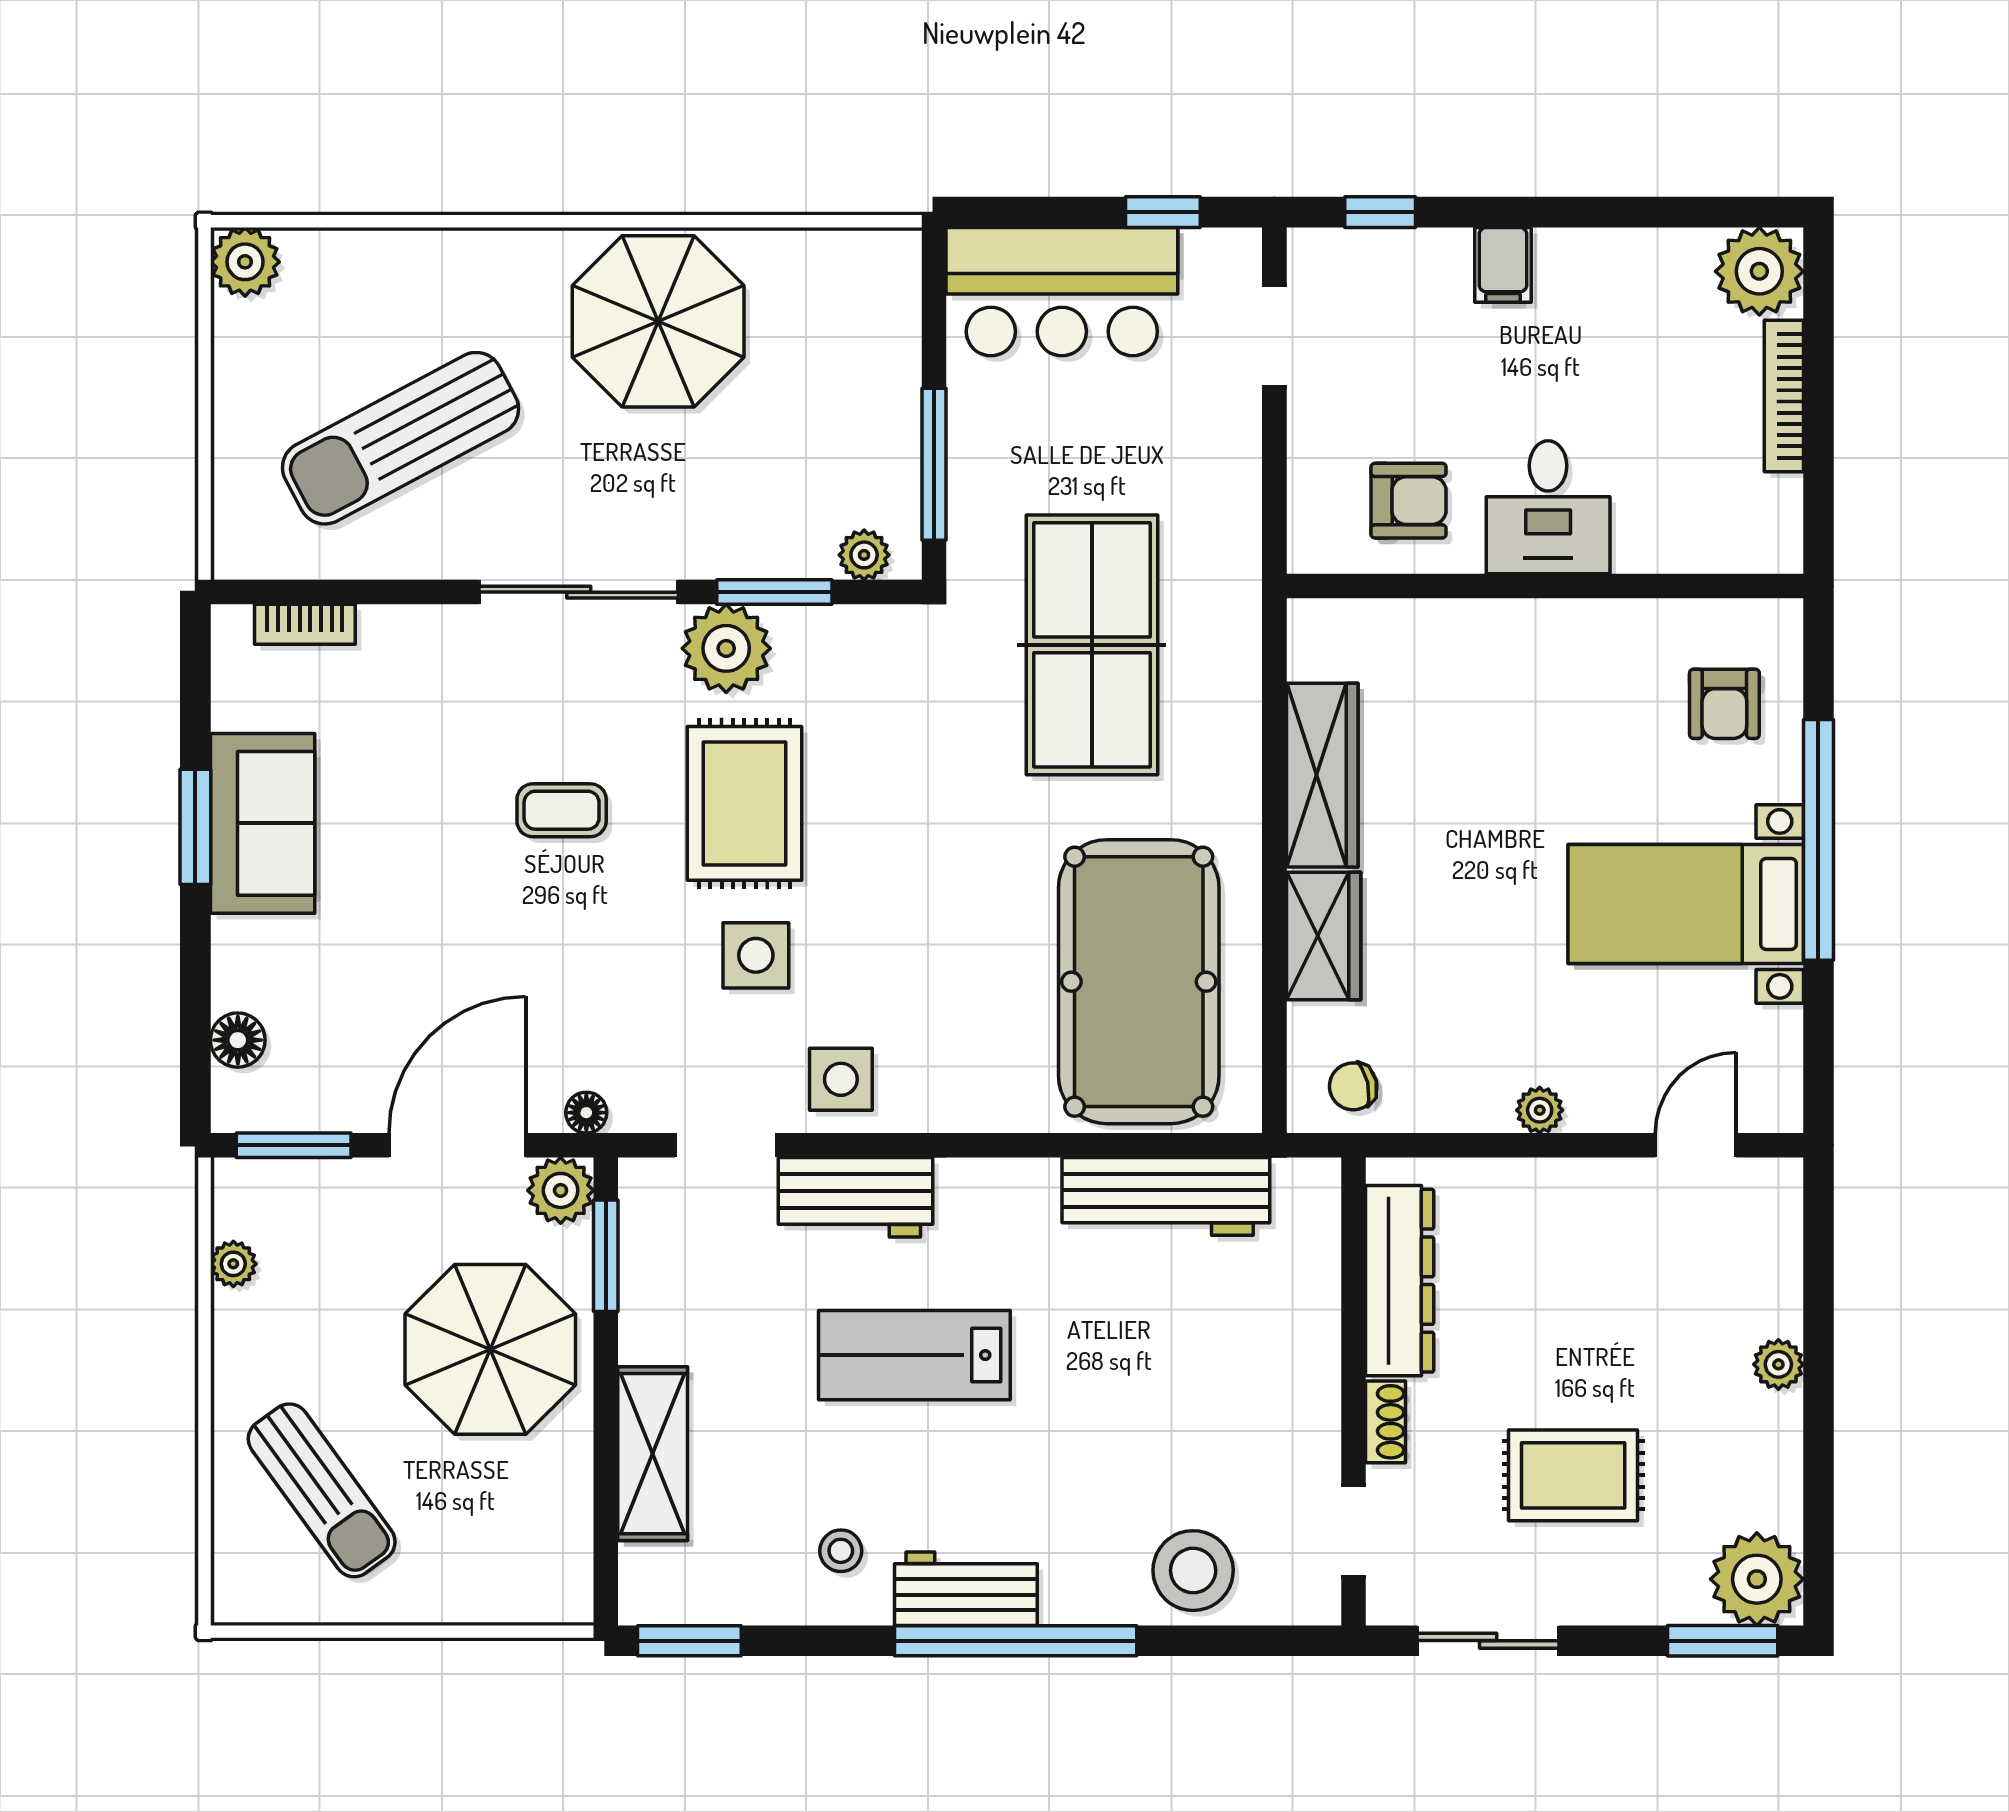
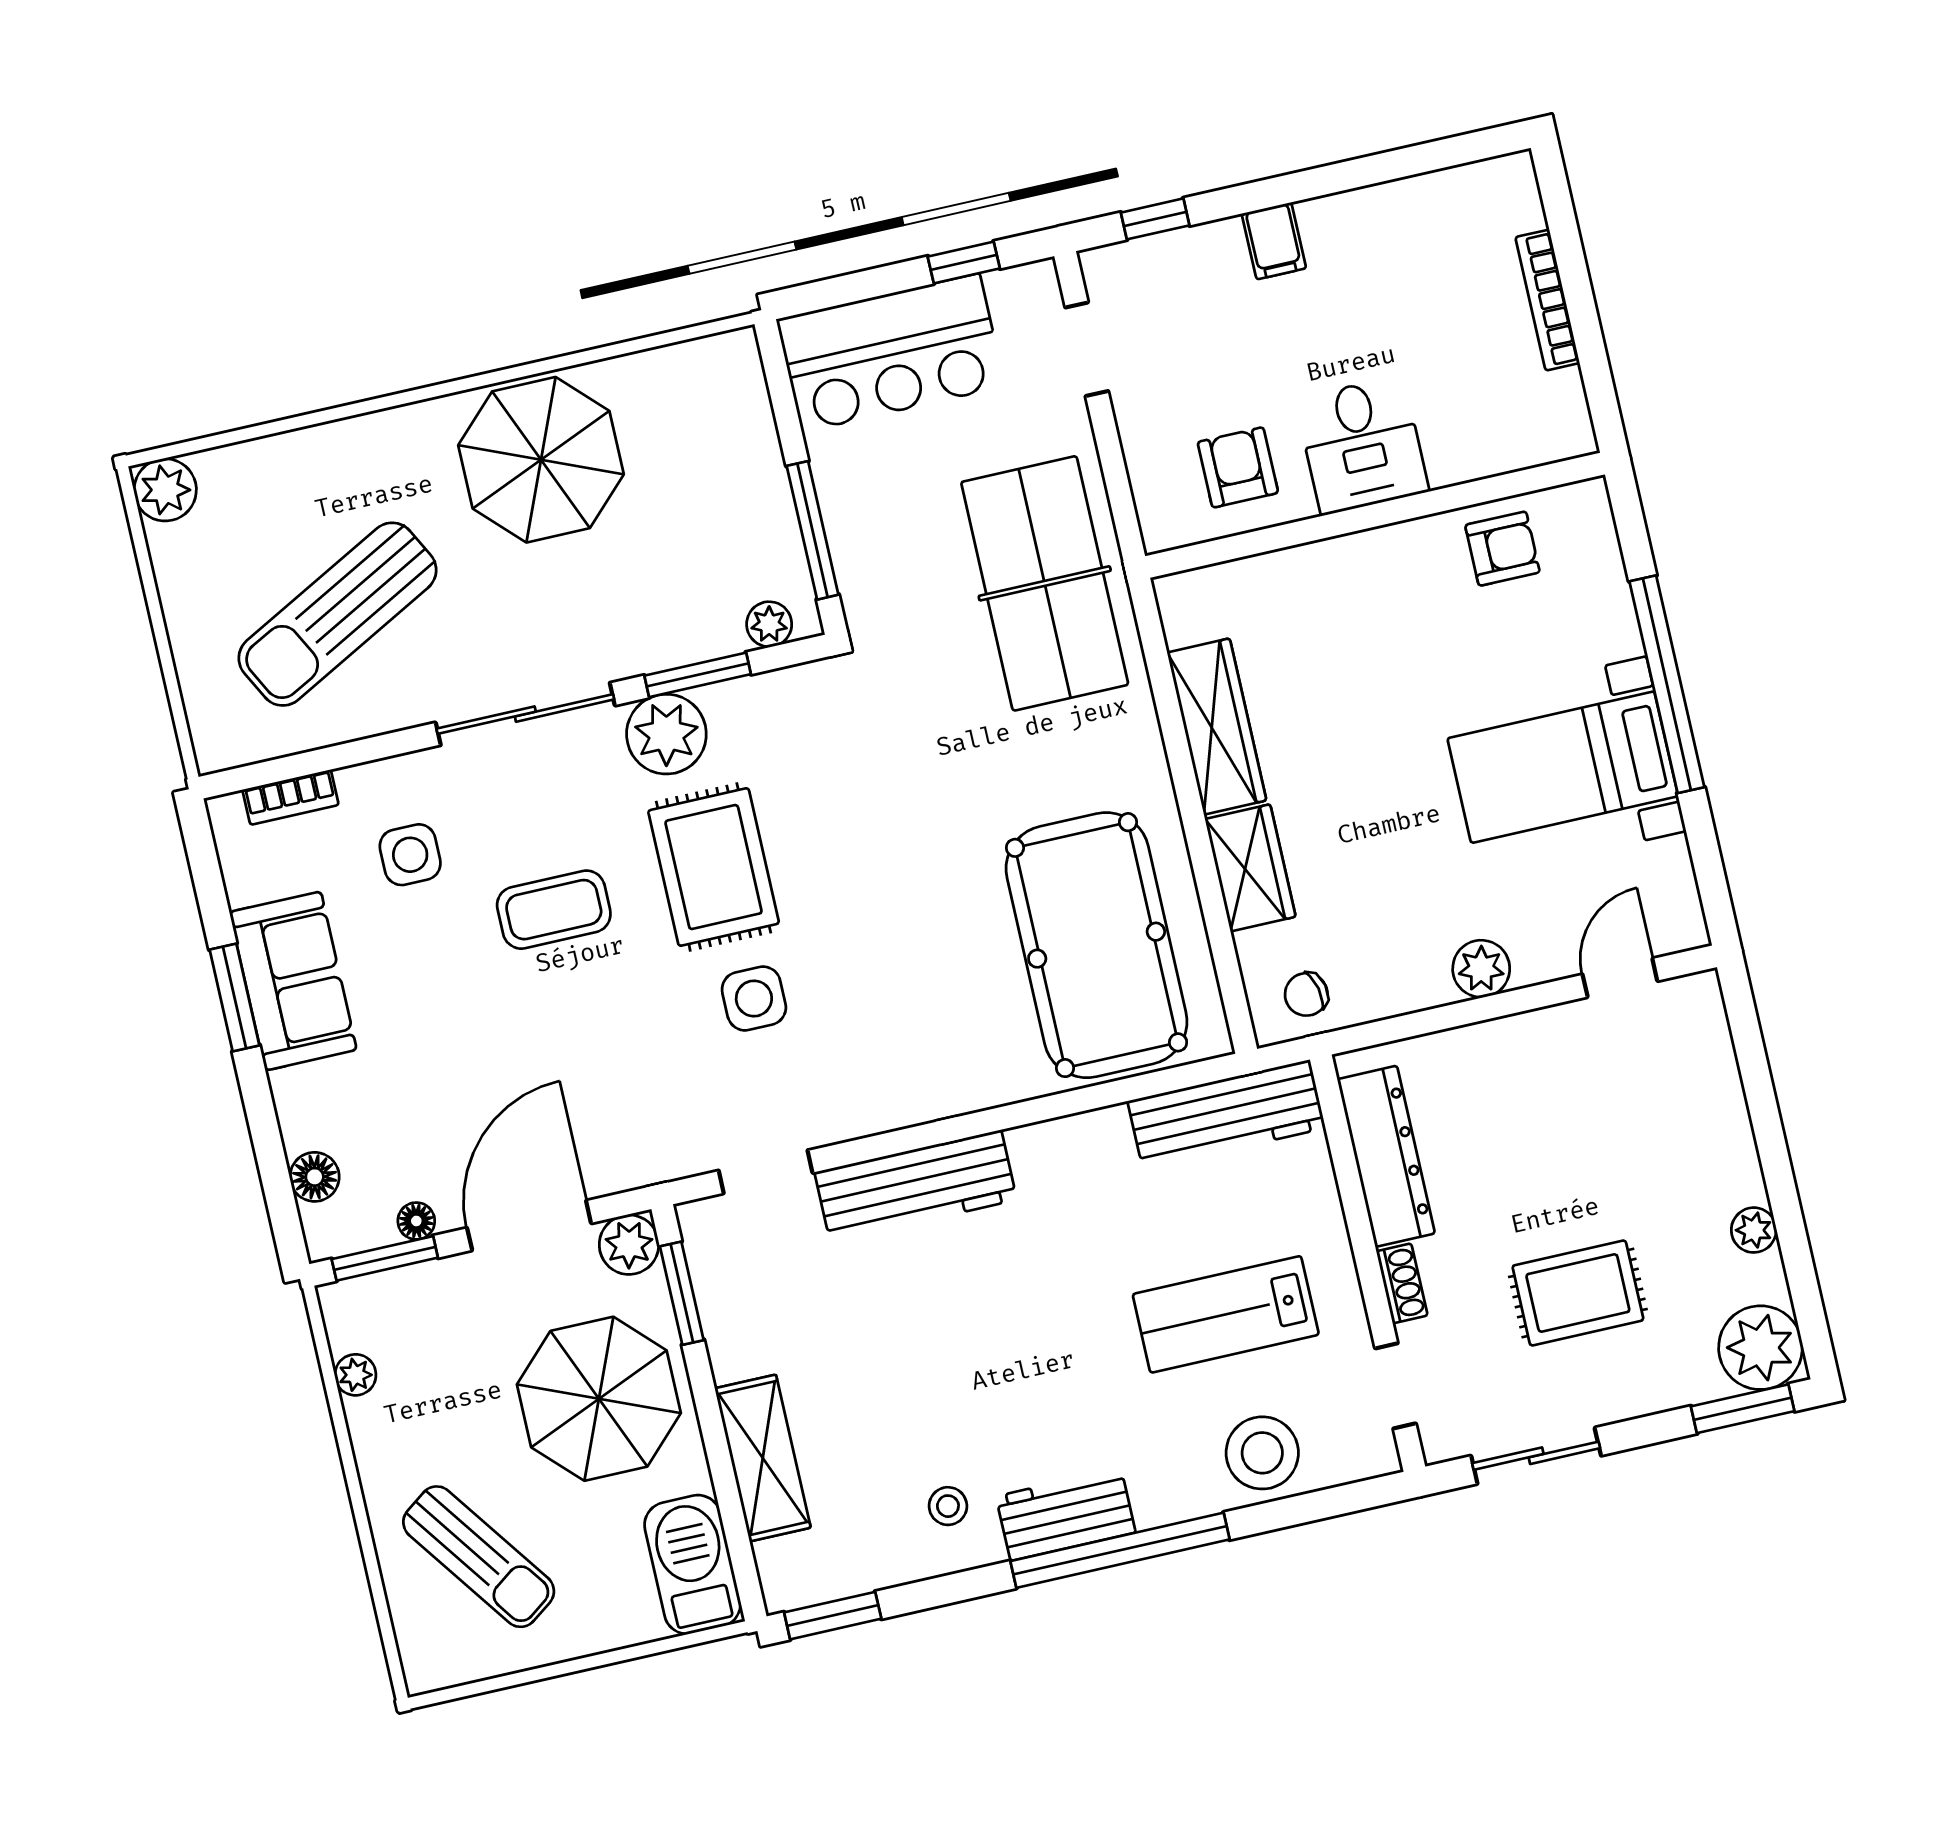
plant: (1759, 271) -> (1501, 195), removed
armchair: (1409, 501) -> (1238, 467), turned -90
table tennis table: (1092, 645) -> (1045, 583), moved
armchair: (1724, 704) -> (1502, 549), moved, turned -90
coffee table: (562, 810) -> (554, 910), width x1.36, depth x1.30
side table: (841, 1079) -> (410, 855), moved
plant: (1540, 1110) -> (1481, 969), width x1.38, depth x1.38
floor lamp: (586, 1113) -> (416, 1221), moved
workbench: (1166, 1196) -> (1226, 1115), moved
workbench: (855, 1197) -> (916, 1186), width x1.38
lab bench: (914, 1355) -> (1226, 1314), moved
plant: (1778, 1364) -> (1754, 1230), moved
barbecue: (551, 1551) -> (693, 1565), added

